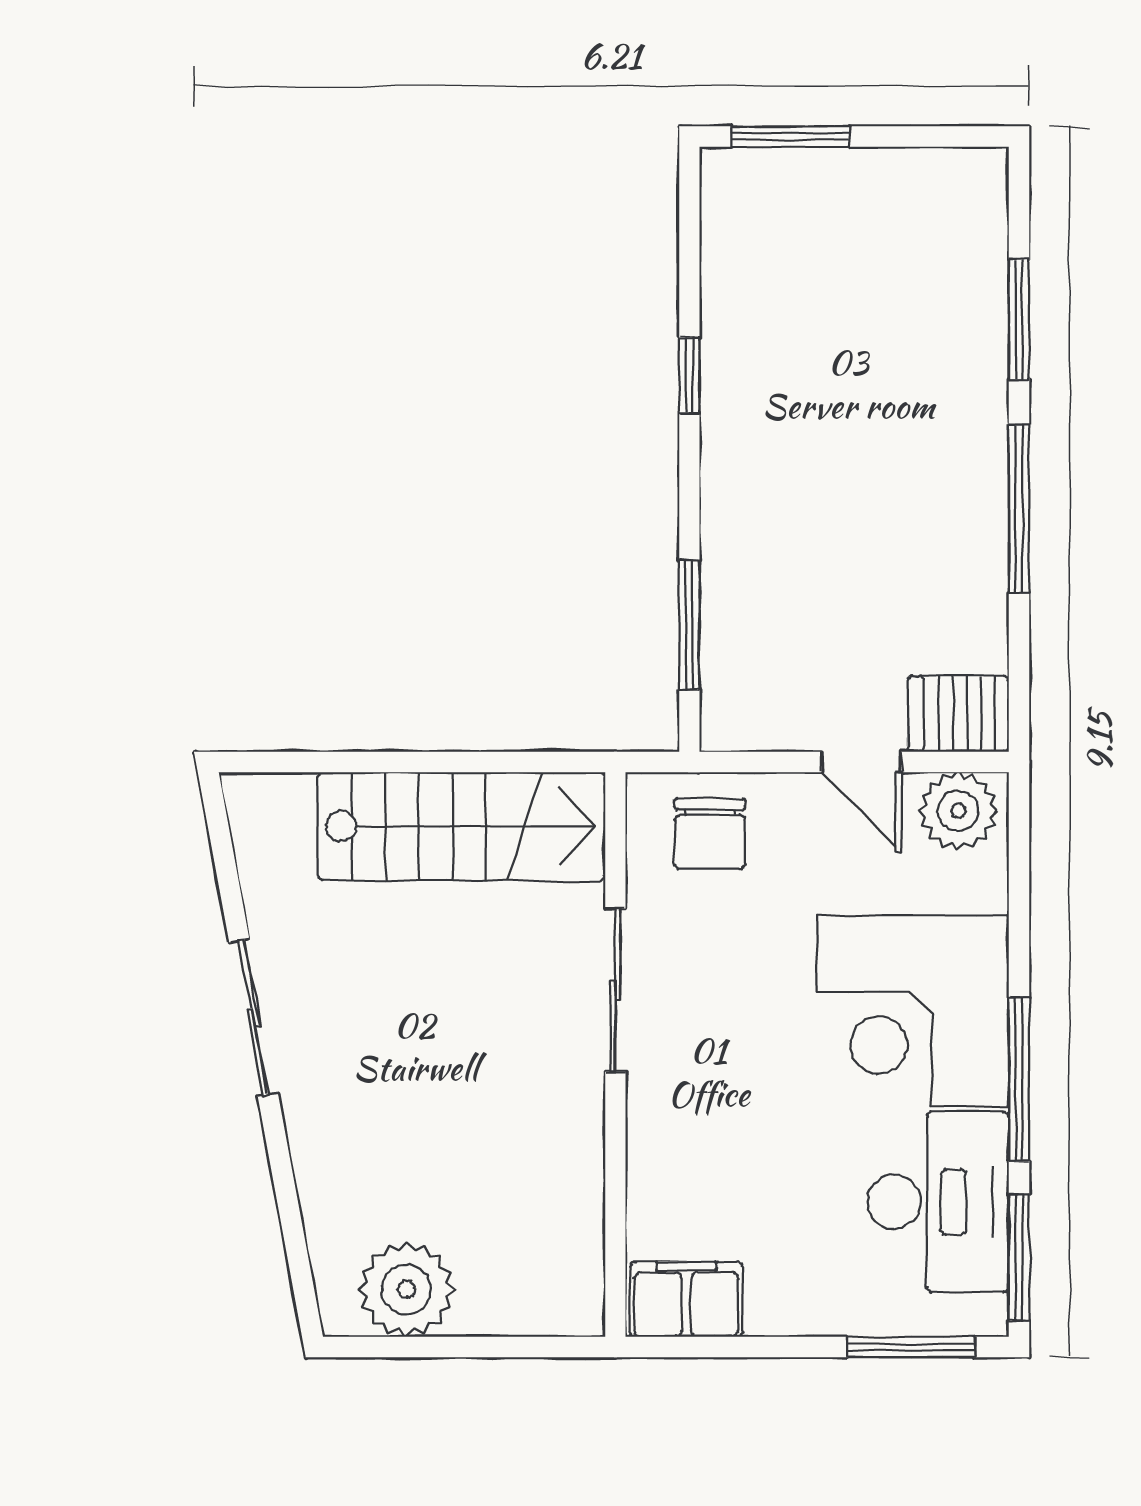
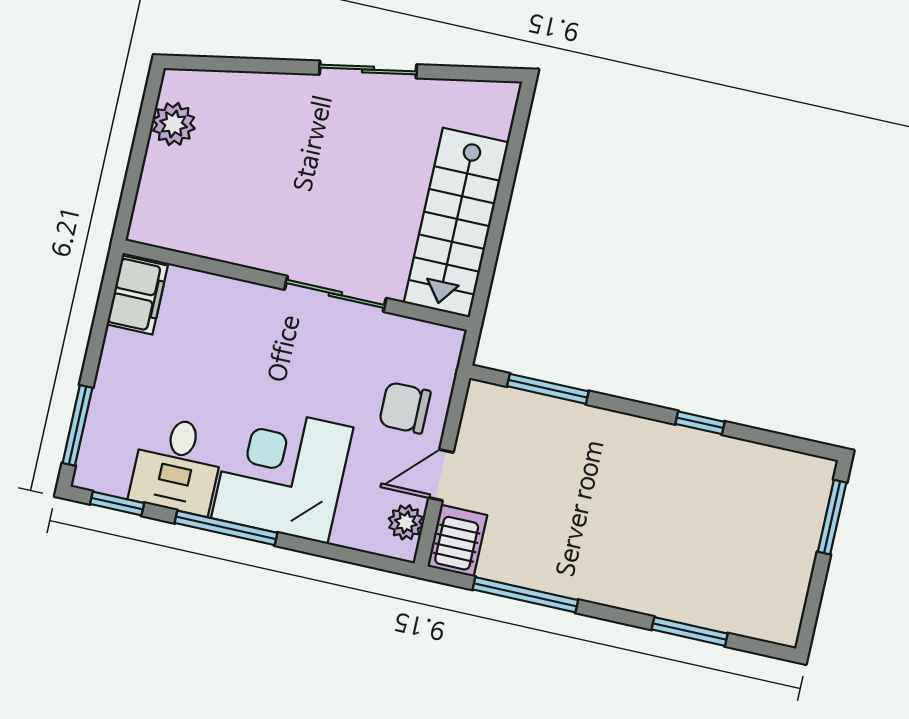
window: (1019, 509) -> (525, 595), moved
plant: (958, 811) -> (406, 522), width x0.73, depth x0.73
chair: (710, 833) -> (405, 408), moved
desk: (938, 1202) -> (177, 465), width x0.73
window: (1019, 1258) -> (117, 504), width x0.67
plant: (407, 1289) -> (174, 124), width x0.73, depth x0.73

